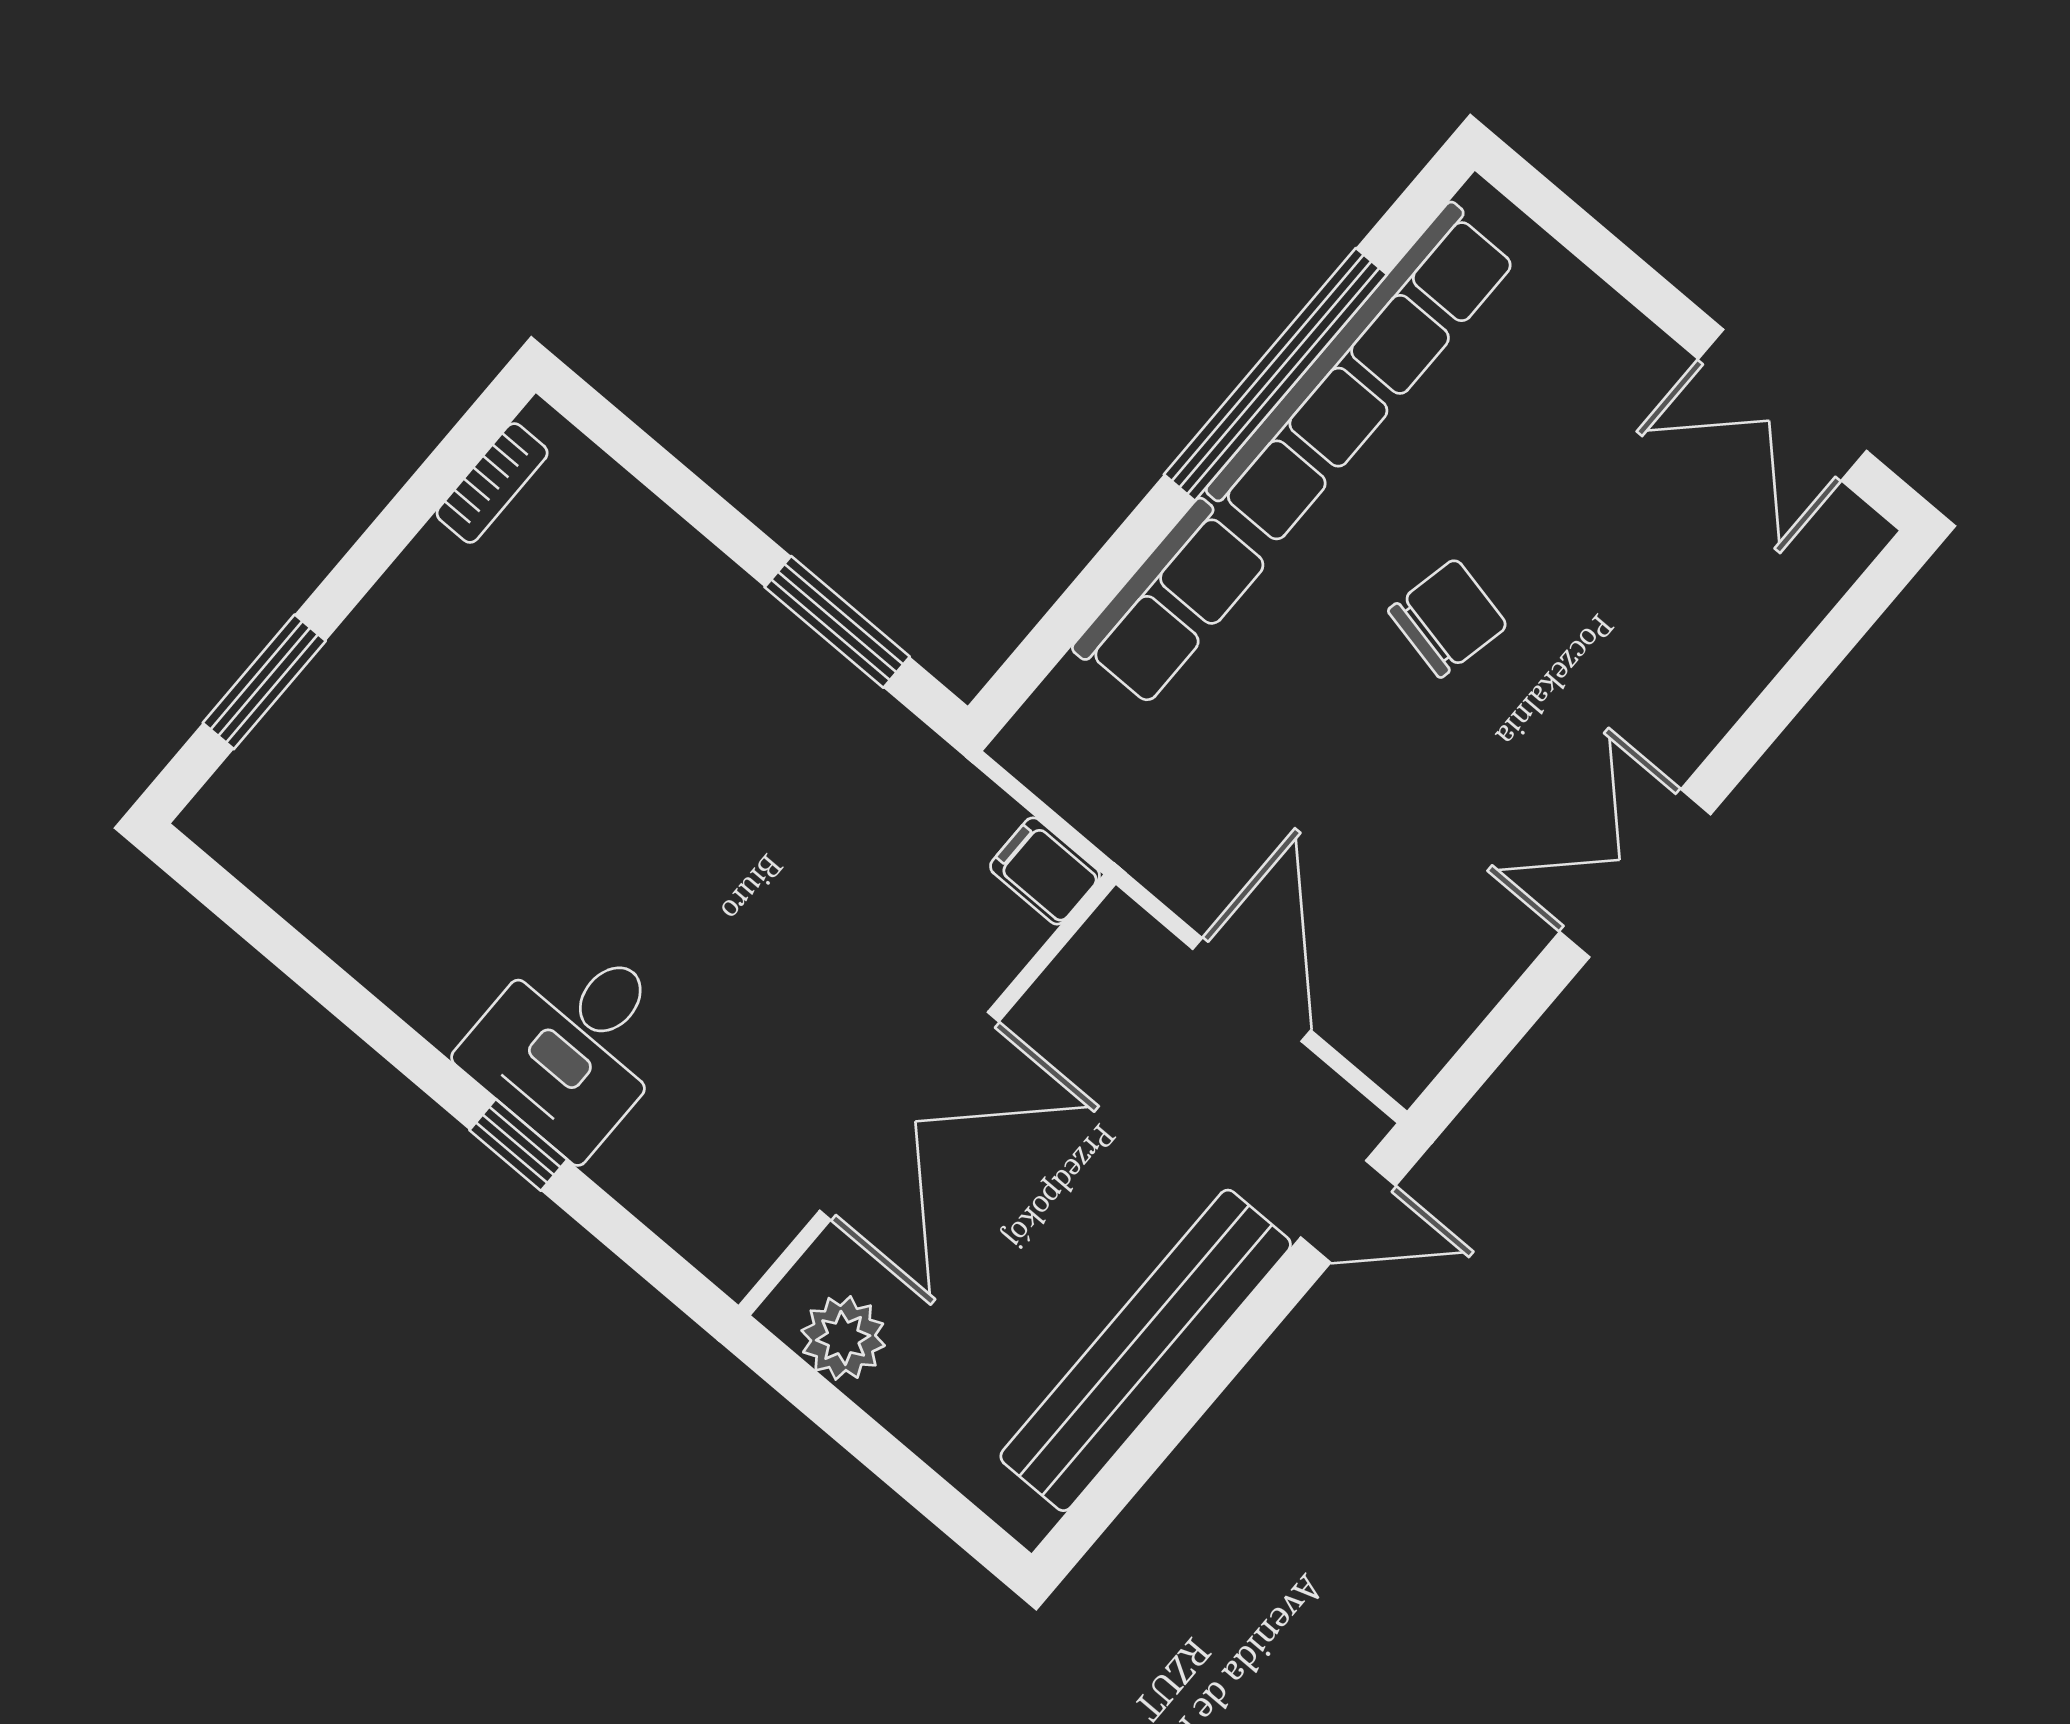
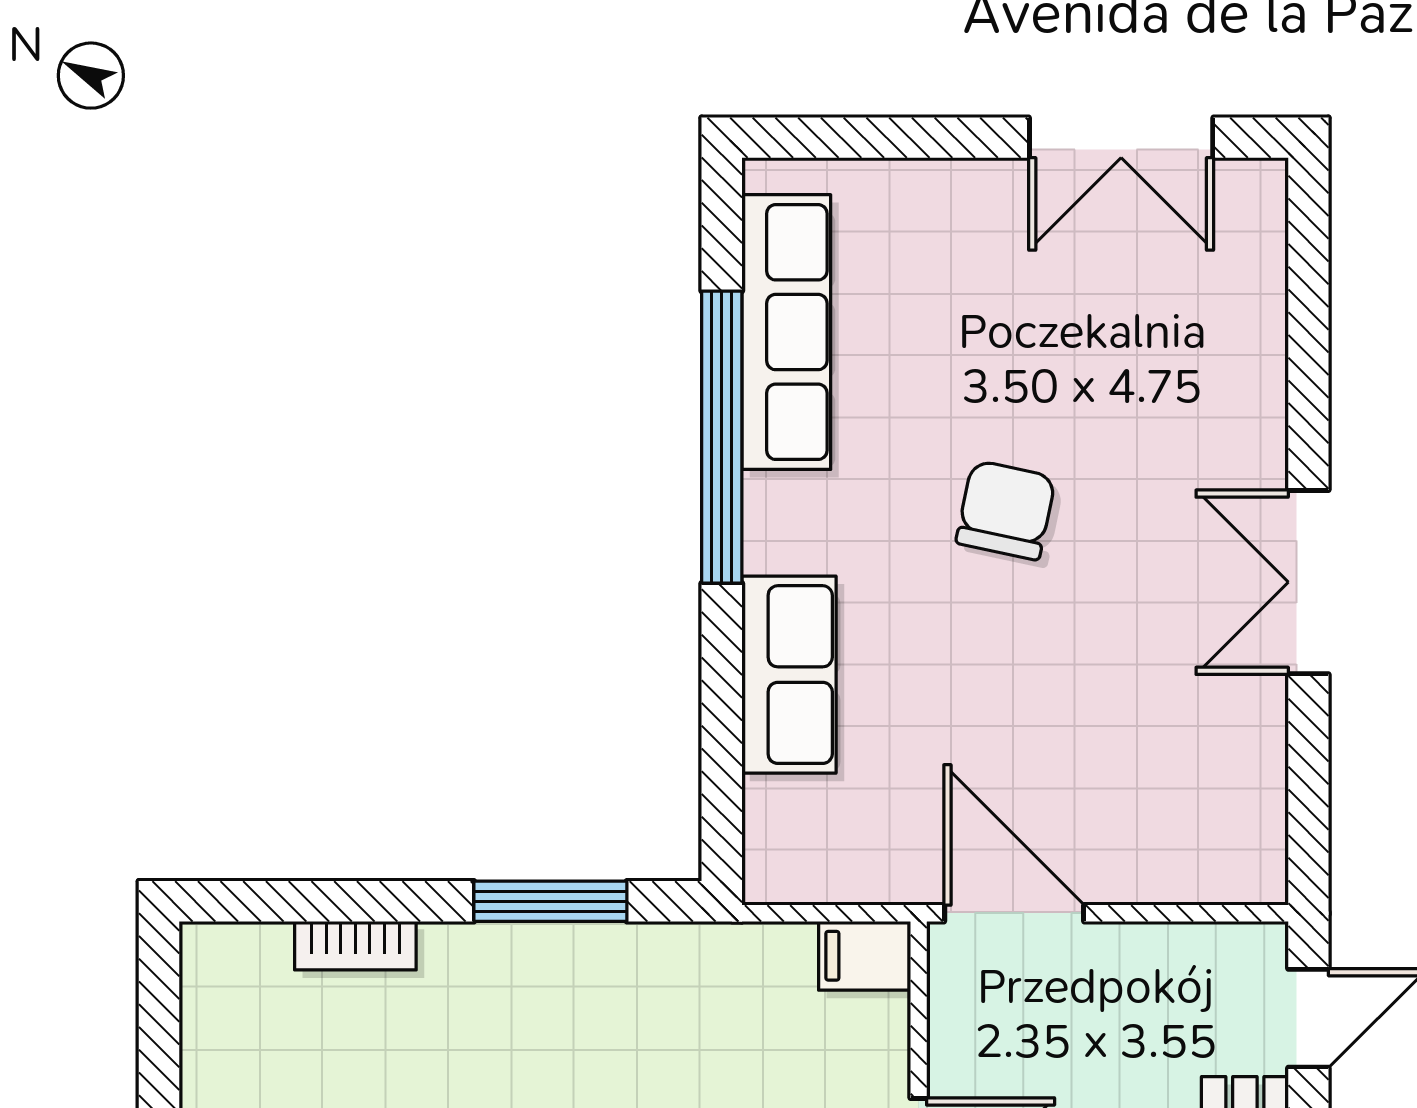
row of seats: (1362, 374) -> (786, 332), width x0.73
bookcase: (492, 483) -> (355, 946), moved, turned 90
door: (1252, 990) -> (1014, 913), moved

